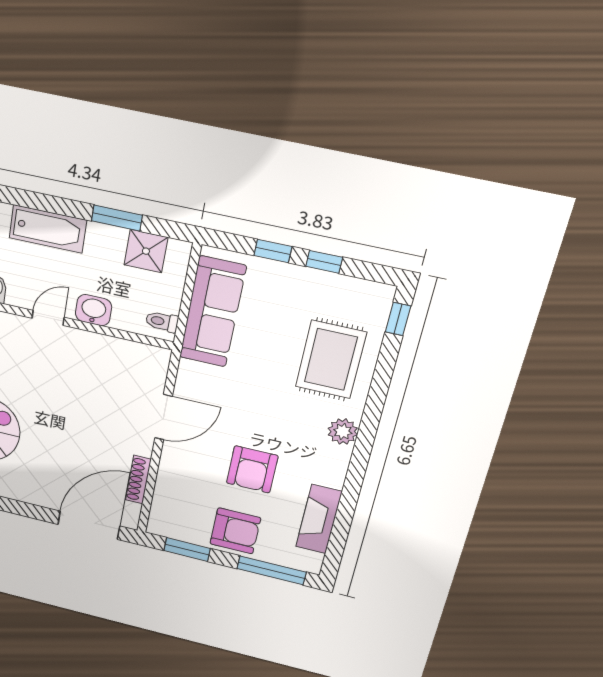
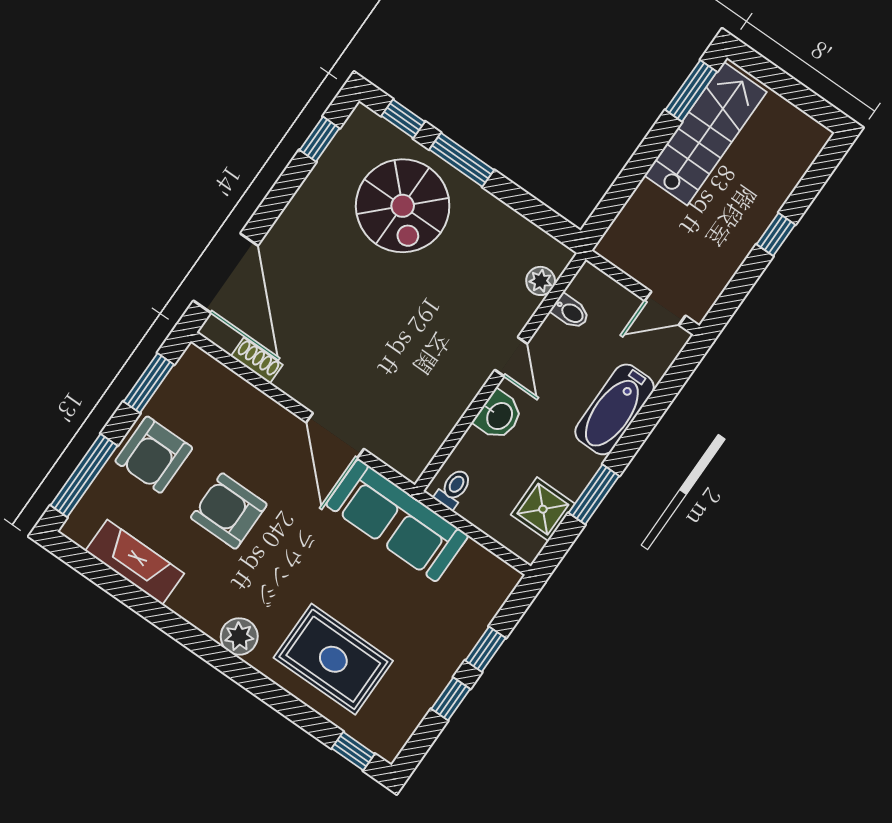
sofa: (213, 312) -> (397, 520), moved
shoe rack: (138, 480) -> (257, 360), width x0.70

